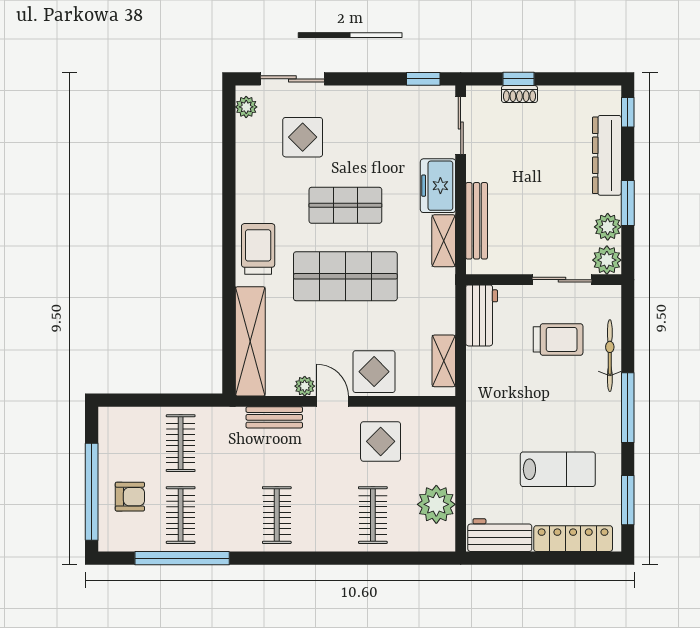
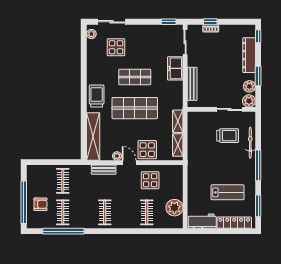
shelving: (444, 241) -> (178, 121), moved
workbench: (482, 315) -> (194, 125), removed

